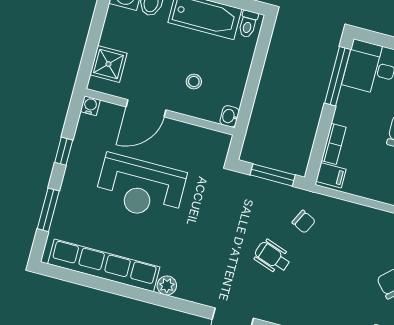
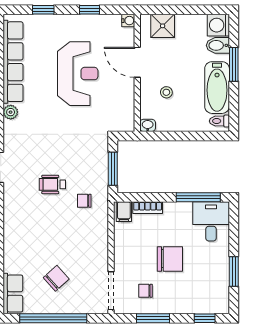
reception desk: (141, 187) -> (78, 74), turned 180
window: (48, 210) -> (43, 10), width x0.67
chair: (304, 222) -> (84, 201), turned 64
wheelchair: (272, 257) -> (52, 184), turned -109

